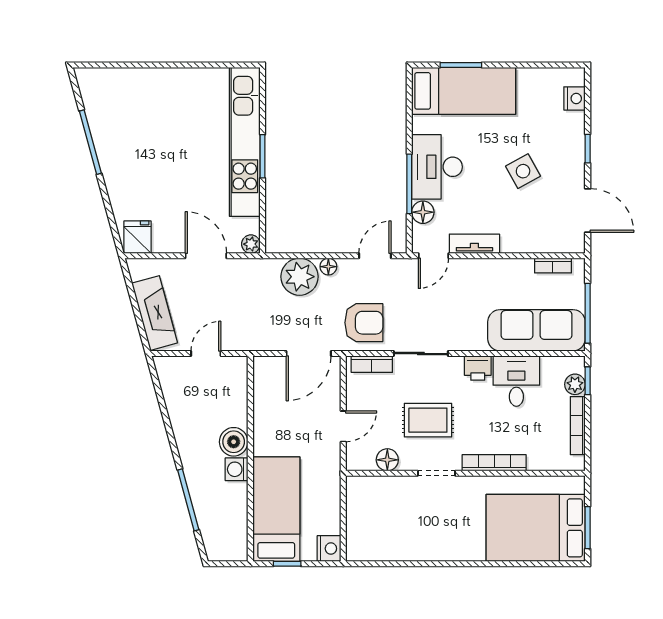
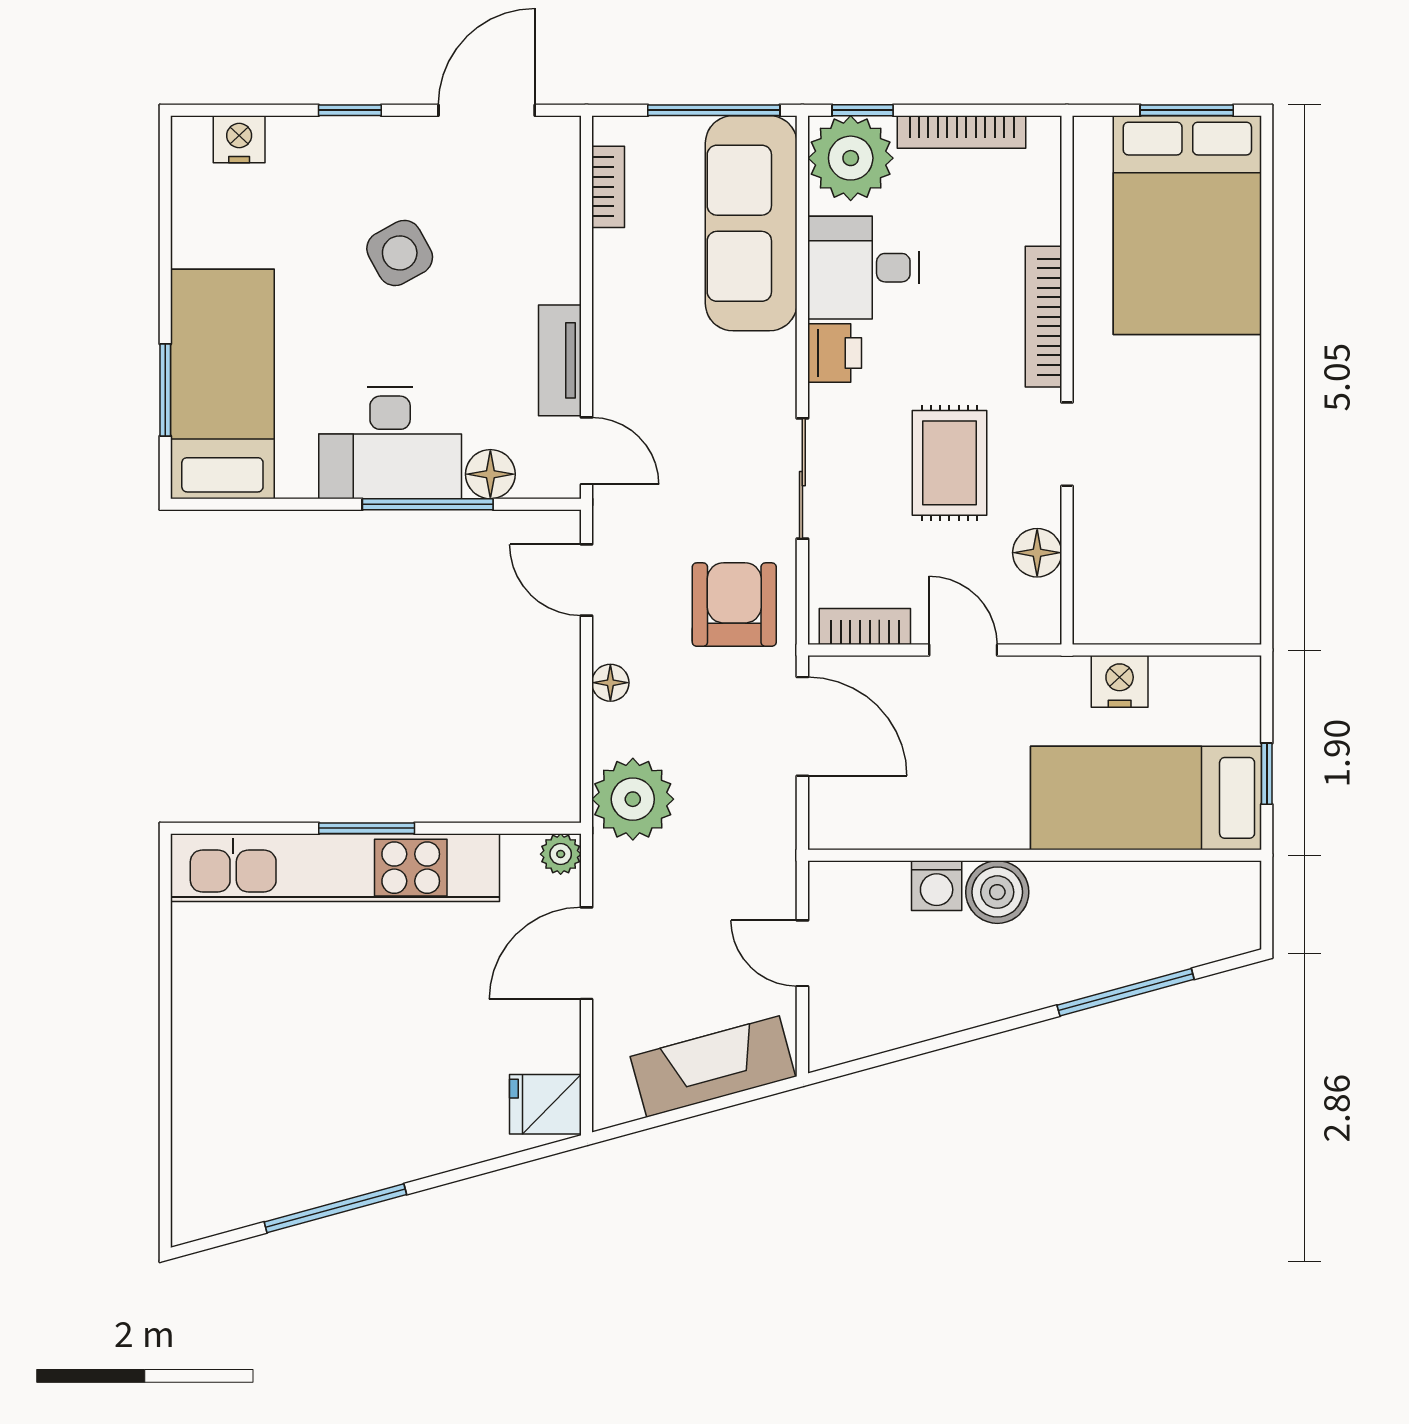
plant: (300, 277) -> (633, 799), moved
bookcase: (372, 364) -> (865, 626), moved, turned -90
plant: (575, 384) -> (851, 158), width x1.87, depth x1.87
washing machine: (237, 469) -> (937, 886), moved
nightstand: (329, 549) -> (1120, 681), moved

